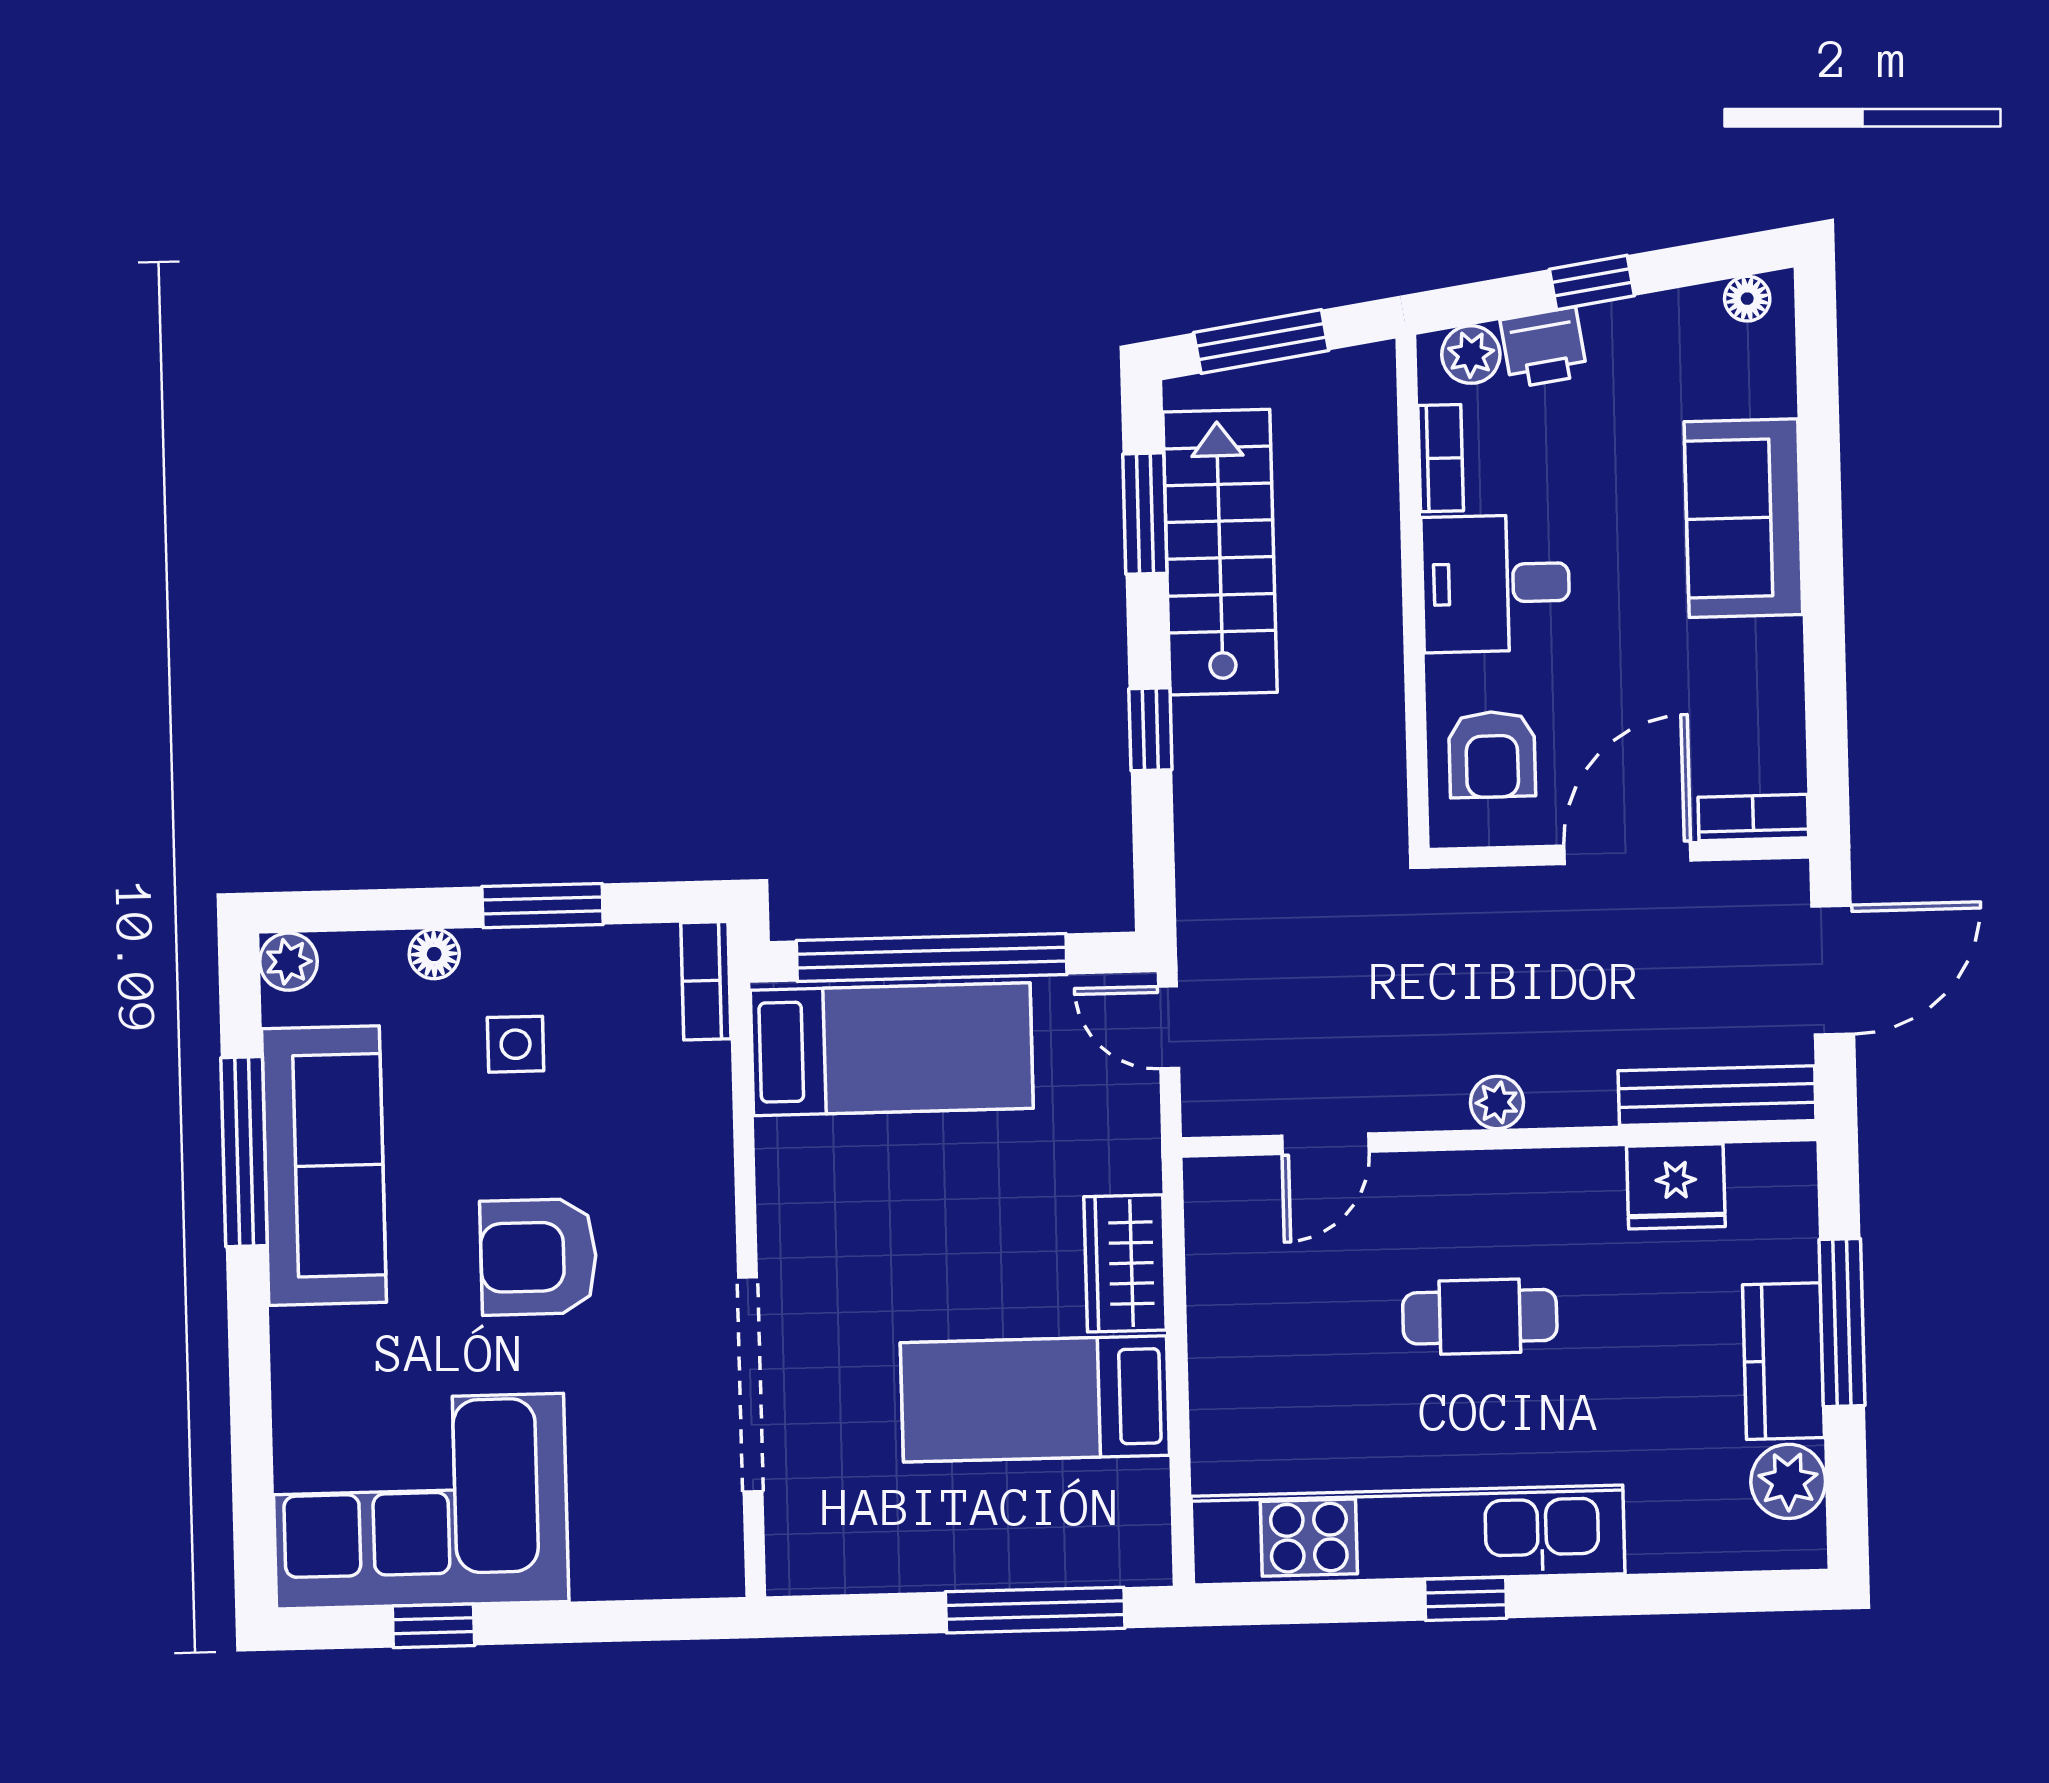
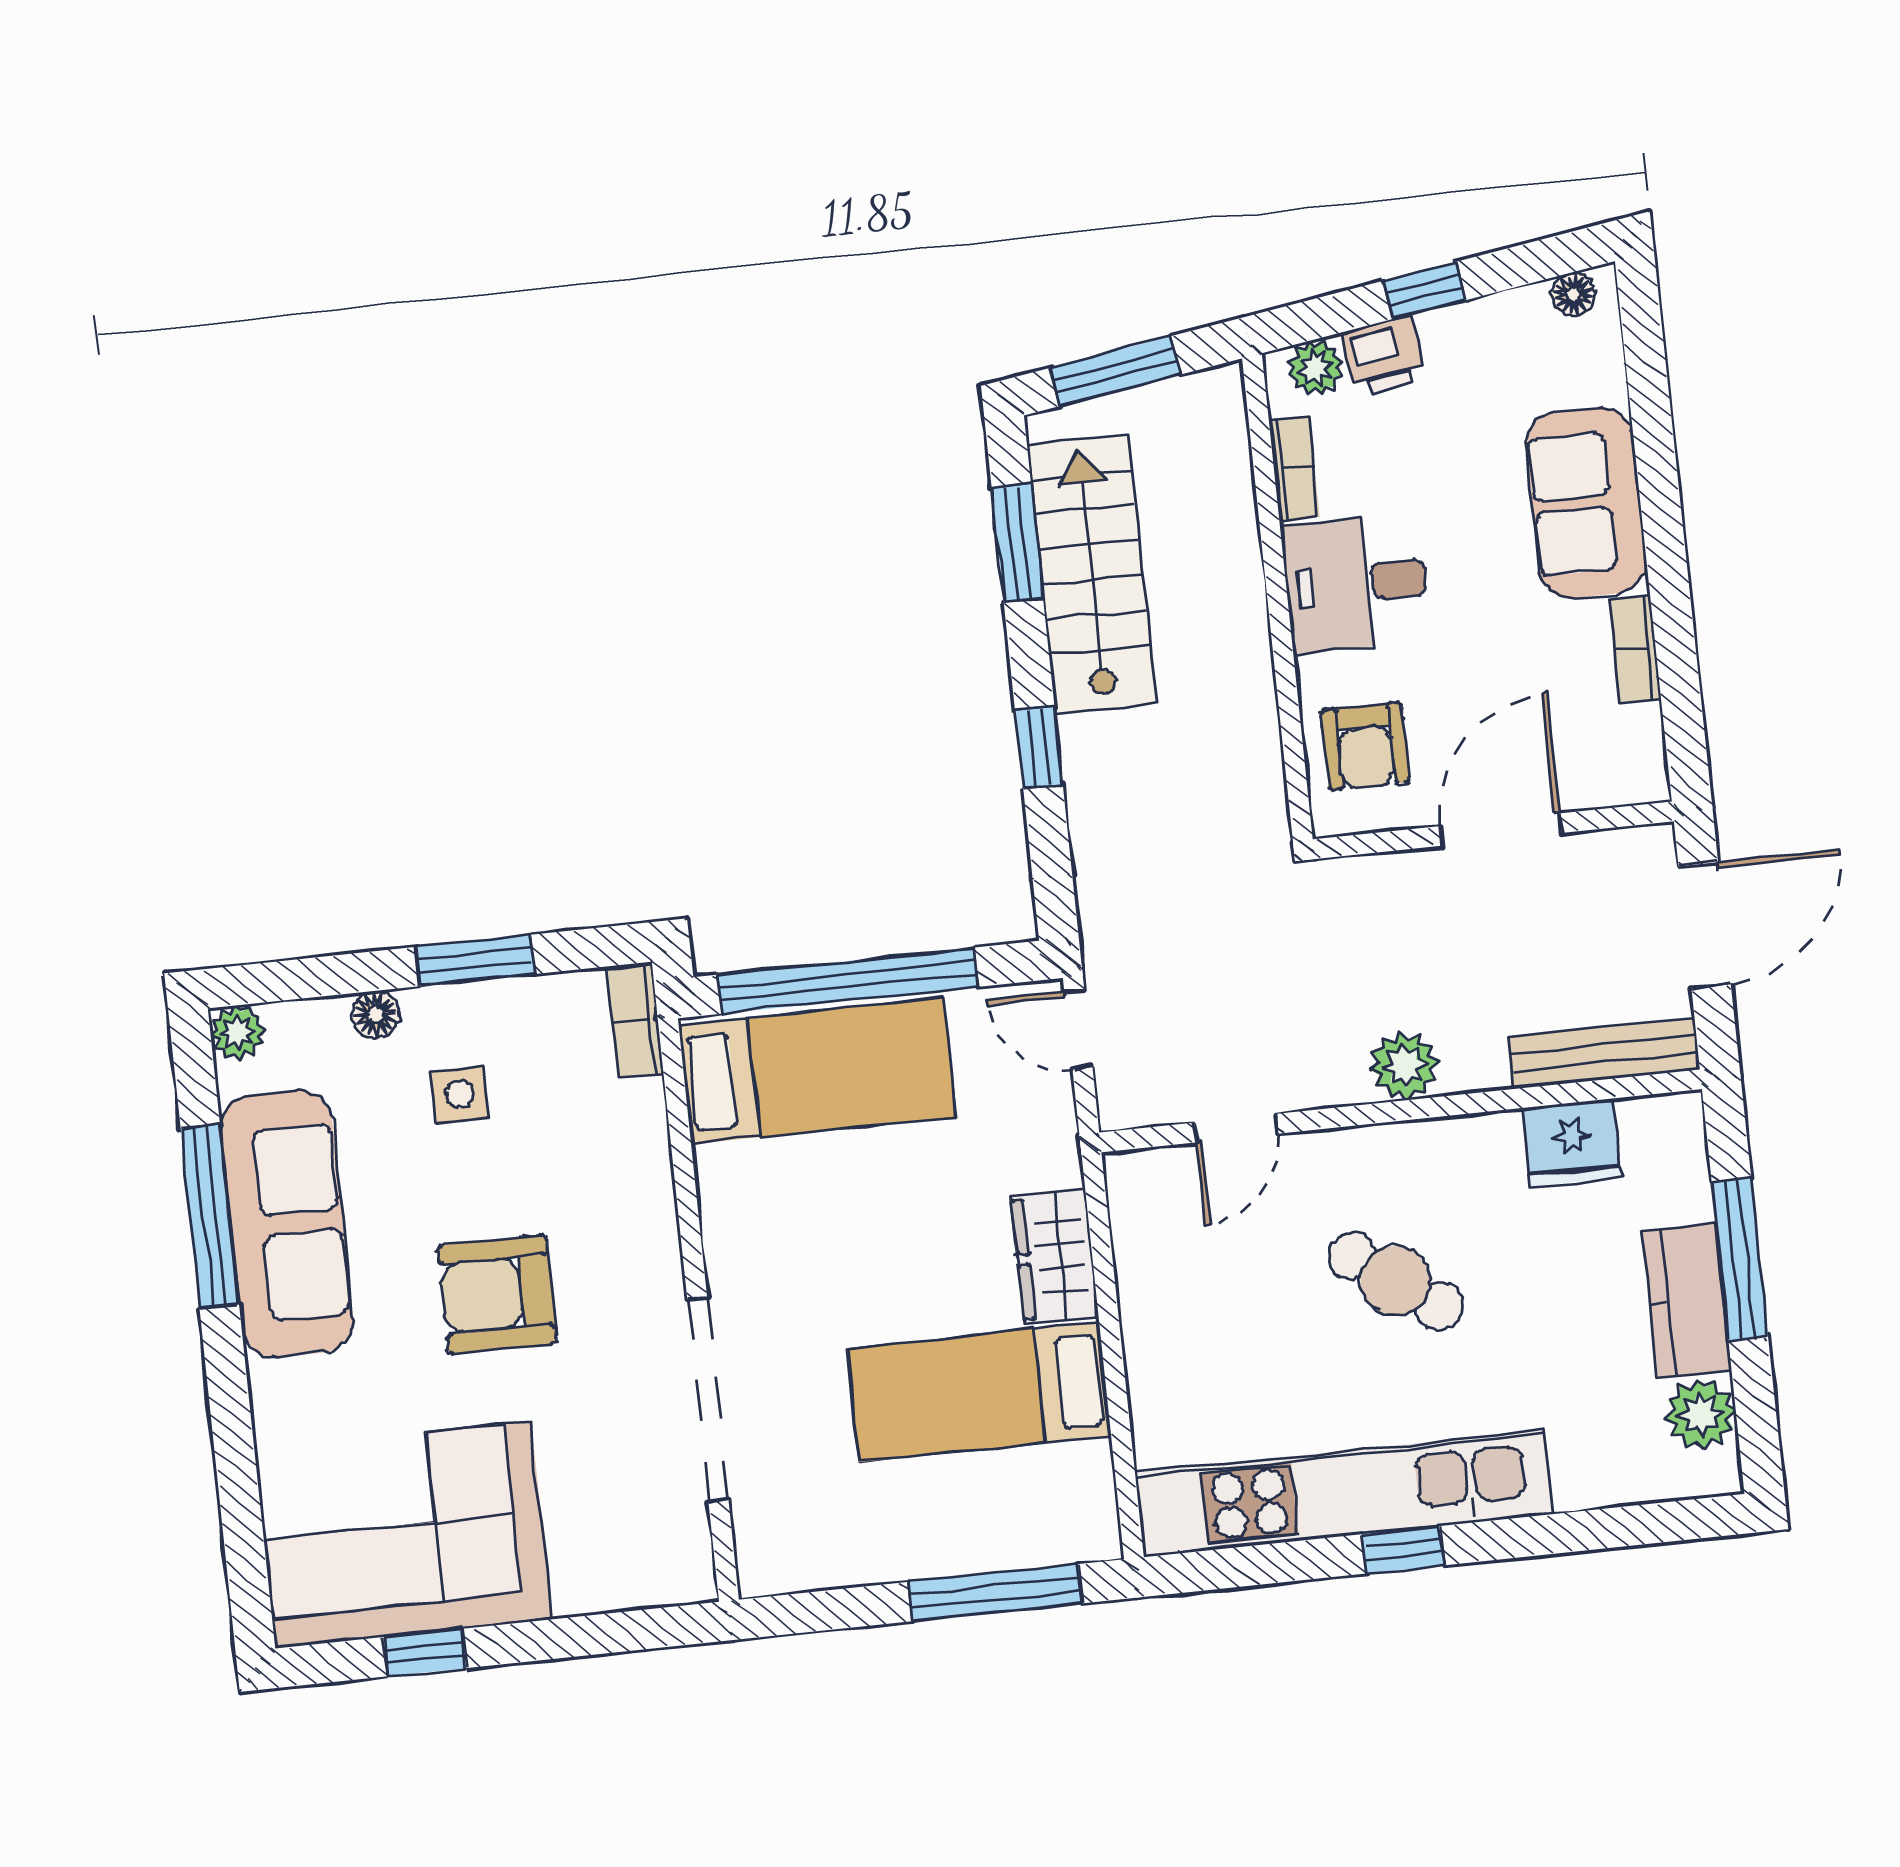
bookcase: (1753, 817) -> (1635, 649), moved, turned -90
plant: (1497, 1102) -> (1404, 1066), width x1.38, depth x1.38
cafe table: (1480, 1317) -> (1396, 1281), turned 36

